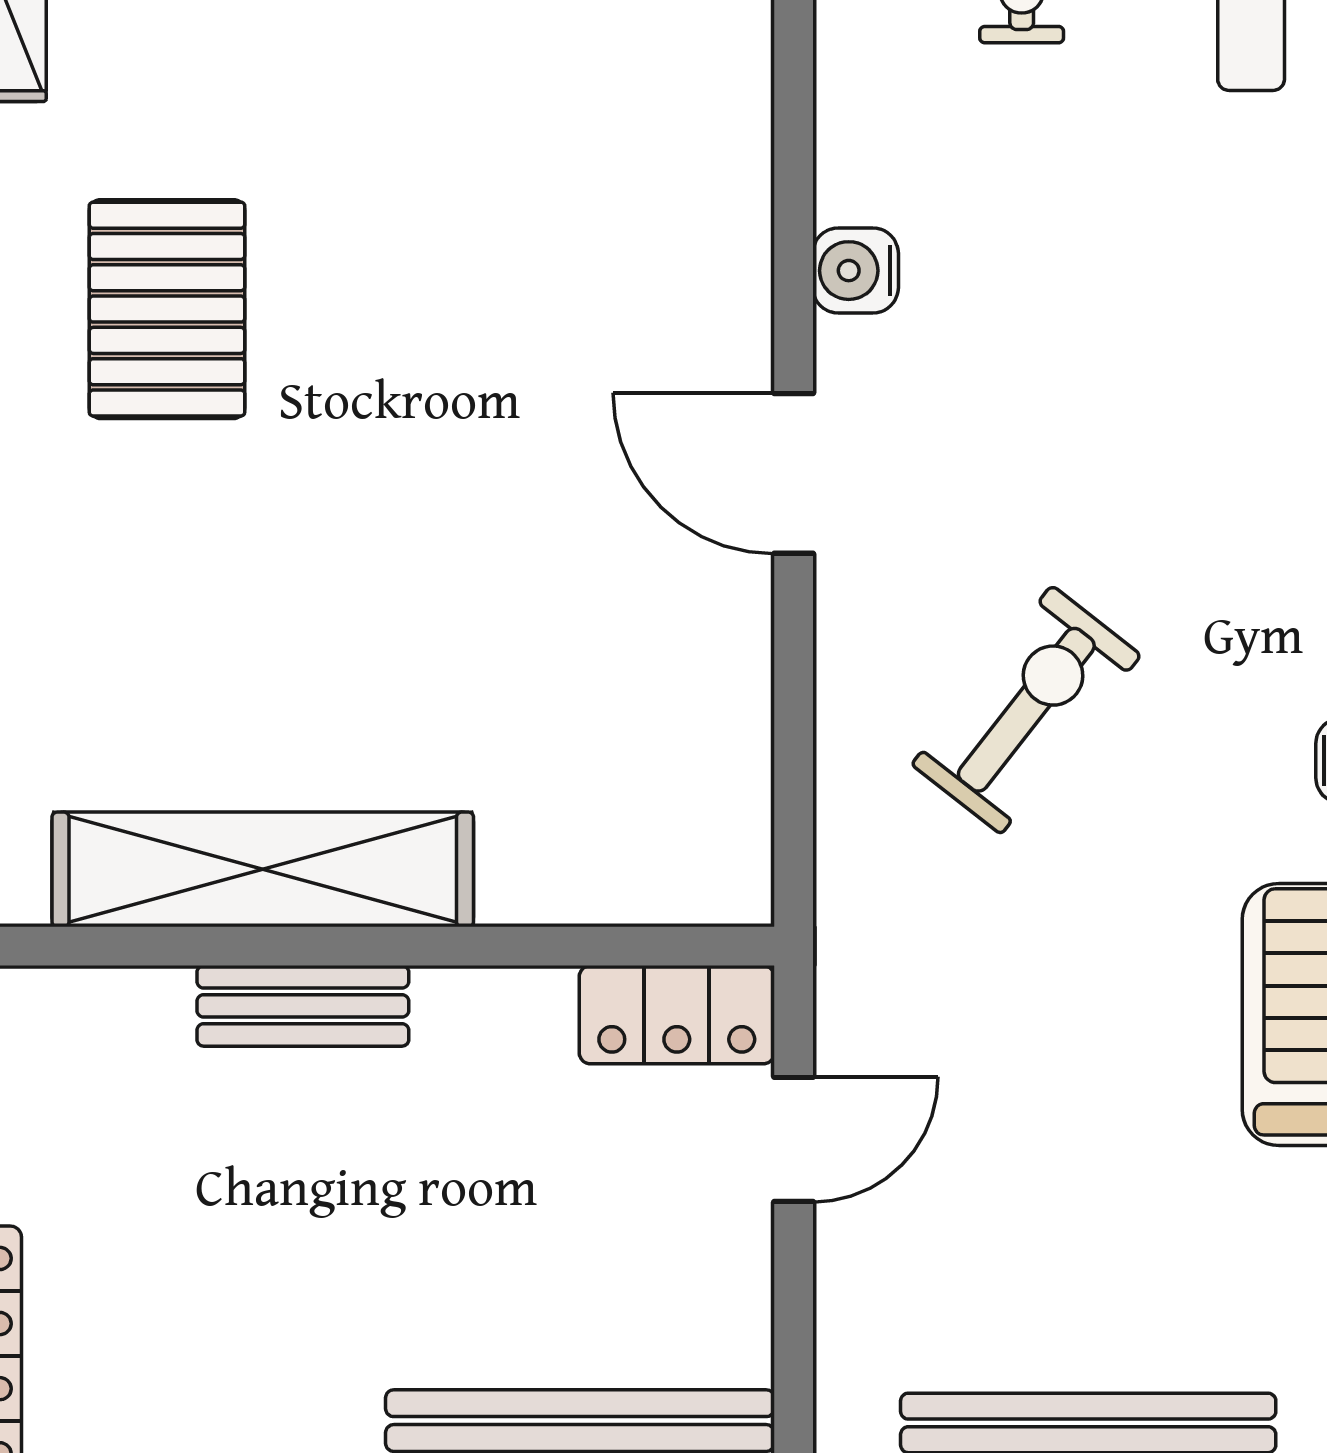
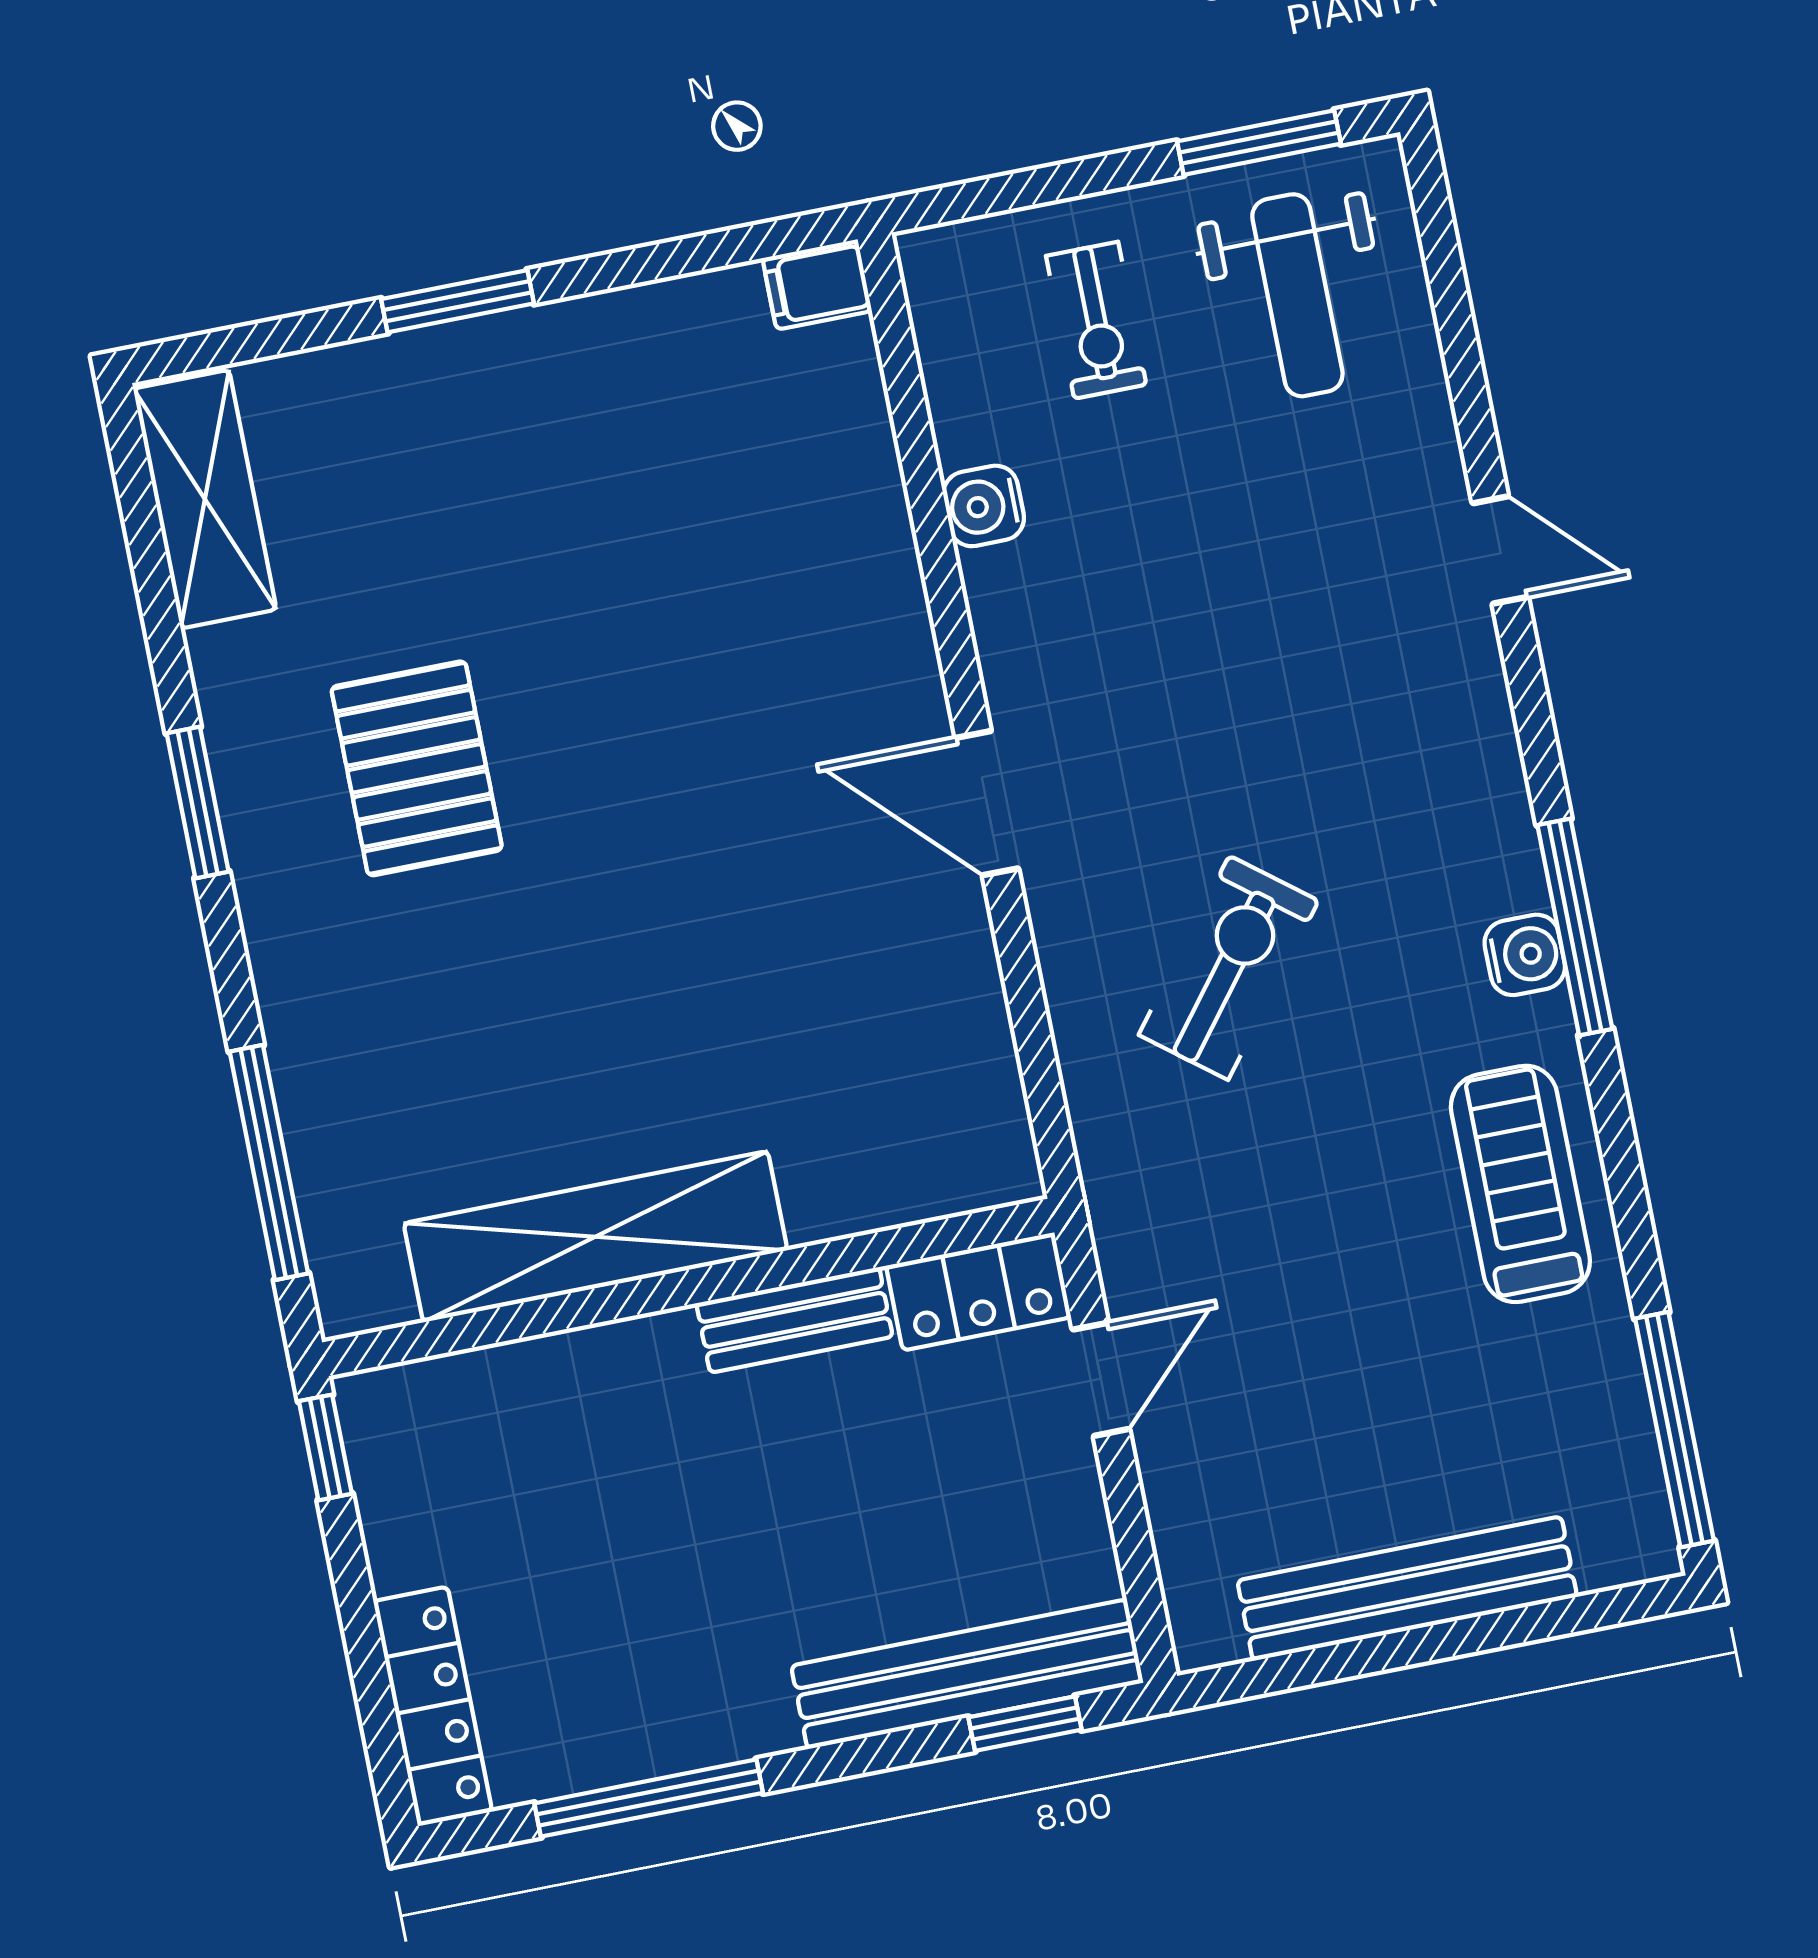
water cooler: (856, 271) -> (984, 506), moved
bench: (303, 1006) -> (795, 1320), moved

